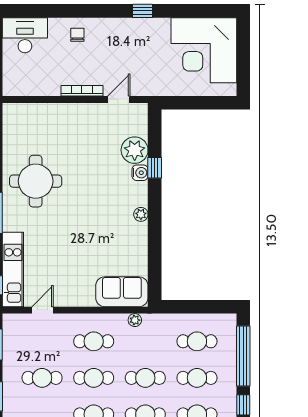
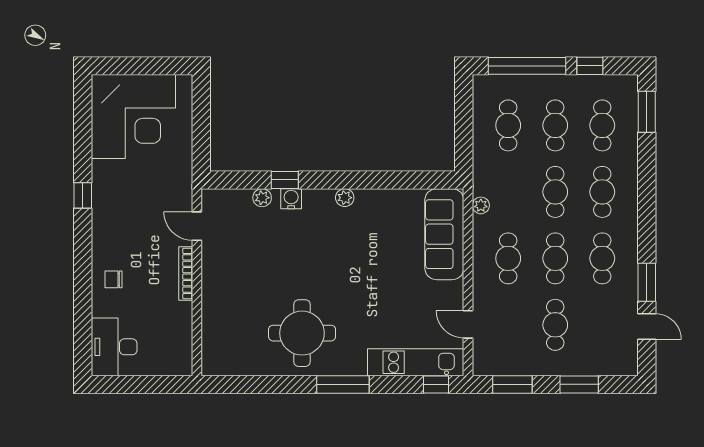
plant: (135, 150) -> (262, 198), width x0.53, depth x0.53
sofa: (122, 292) -> (444, 234), width x1.36

